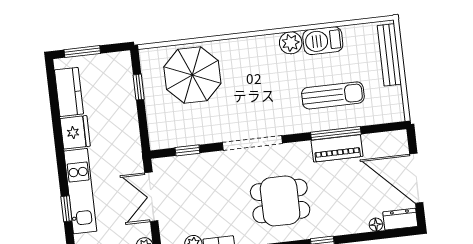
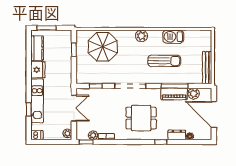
plant: (291, 43) -> (141, 36), moved
bench: (389, 55) -> (207, 68), moved
sun lounger: (333, 95) -> (164, 61), moved
plant: (374, 144) -> (194, 94), added
double door: (151, 197) -> (74, 108), swing flipped
dresser: (400, 219) -> (177, 135), moved

